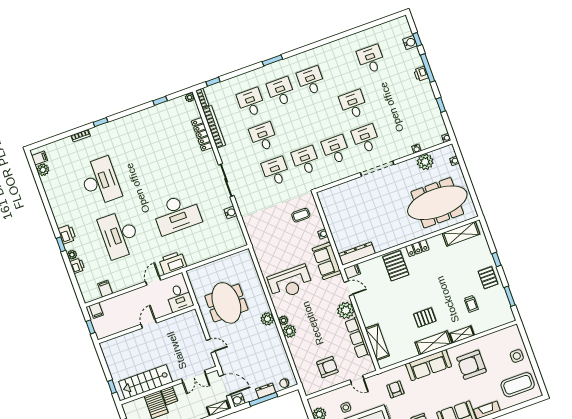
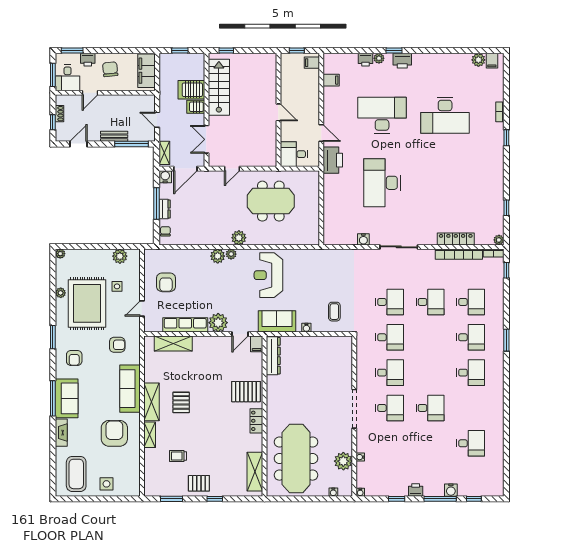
water cooler: (410, 43) -> (451, 490), moved
printer: (421, 74) -> (416, 490), moved

